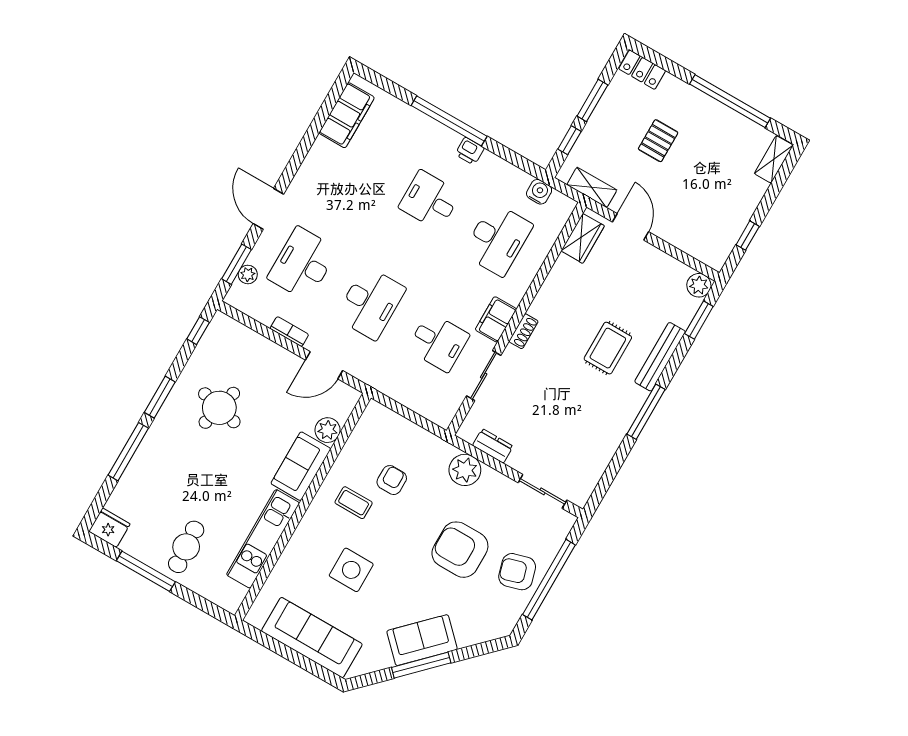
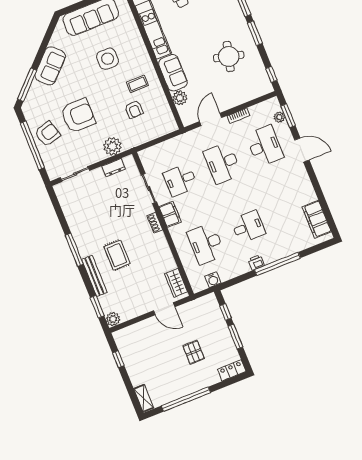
shelving: (592, 187) -> (196, 305), removed
window: (421, 665) -> (27, 85), moved

